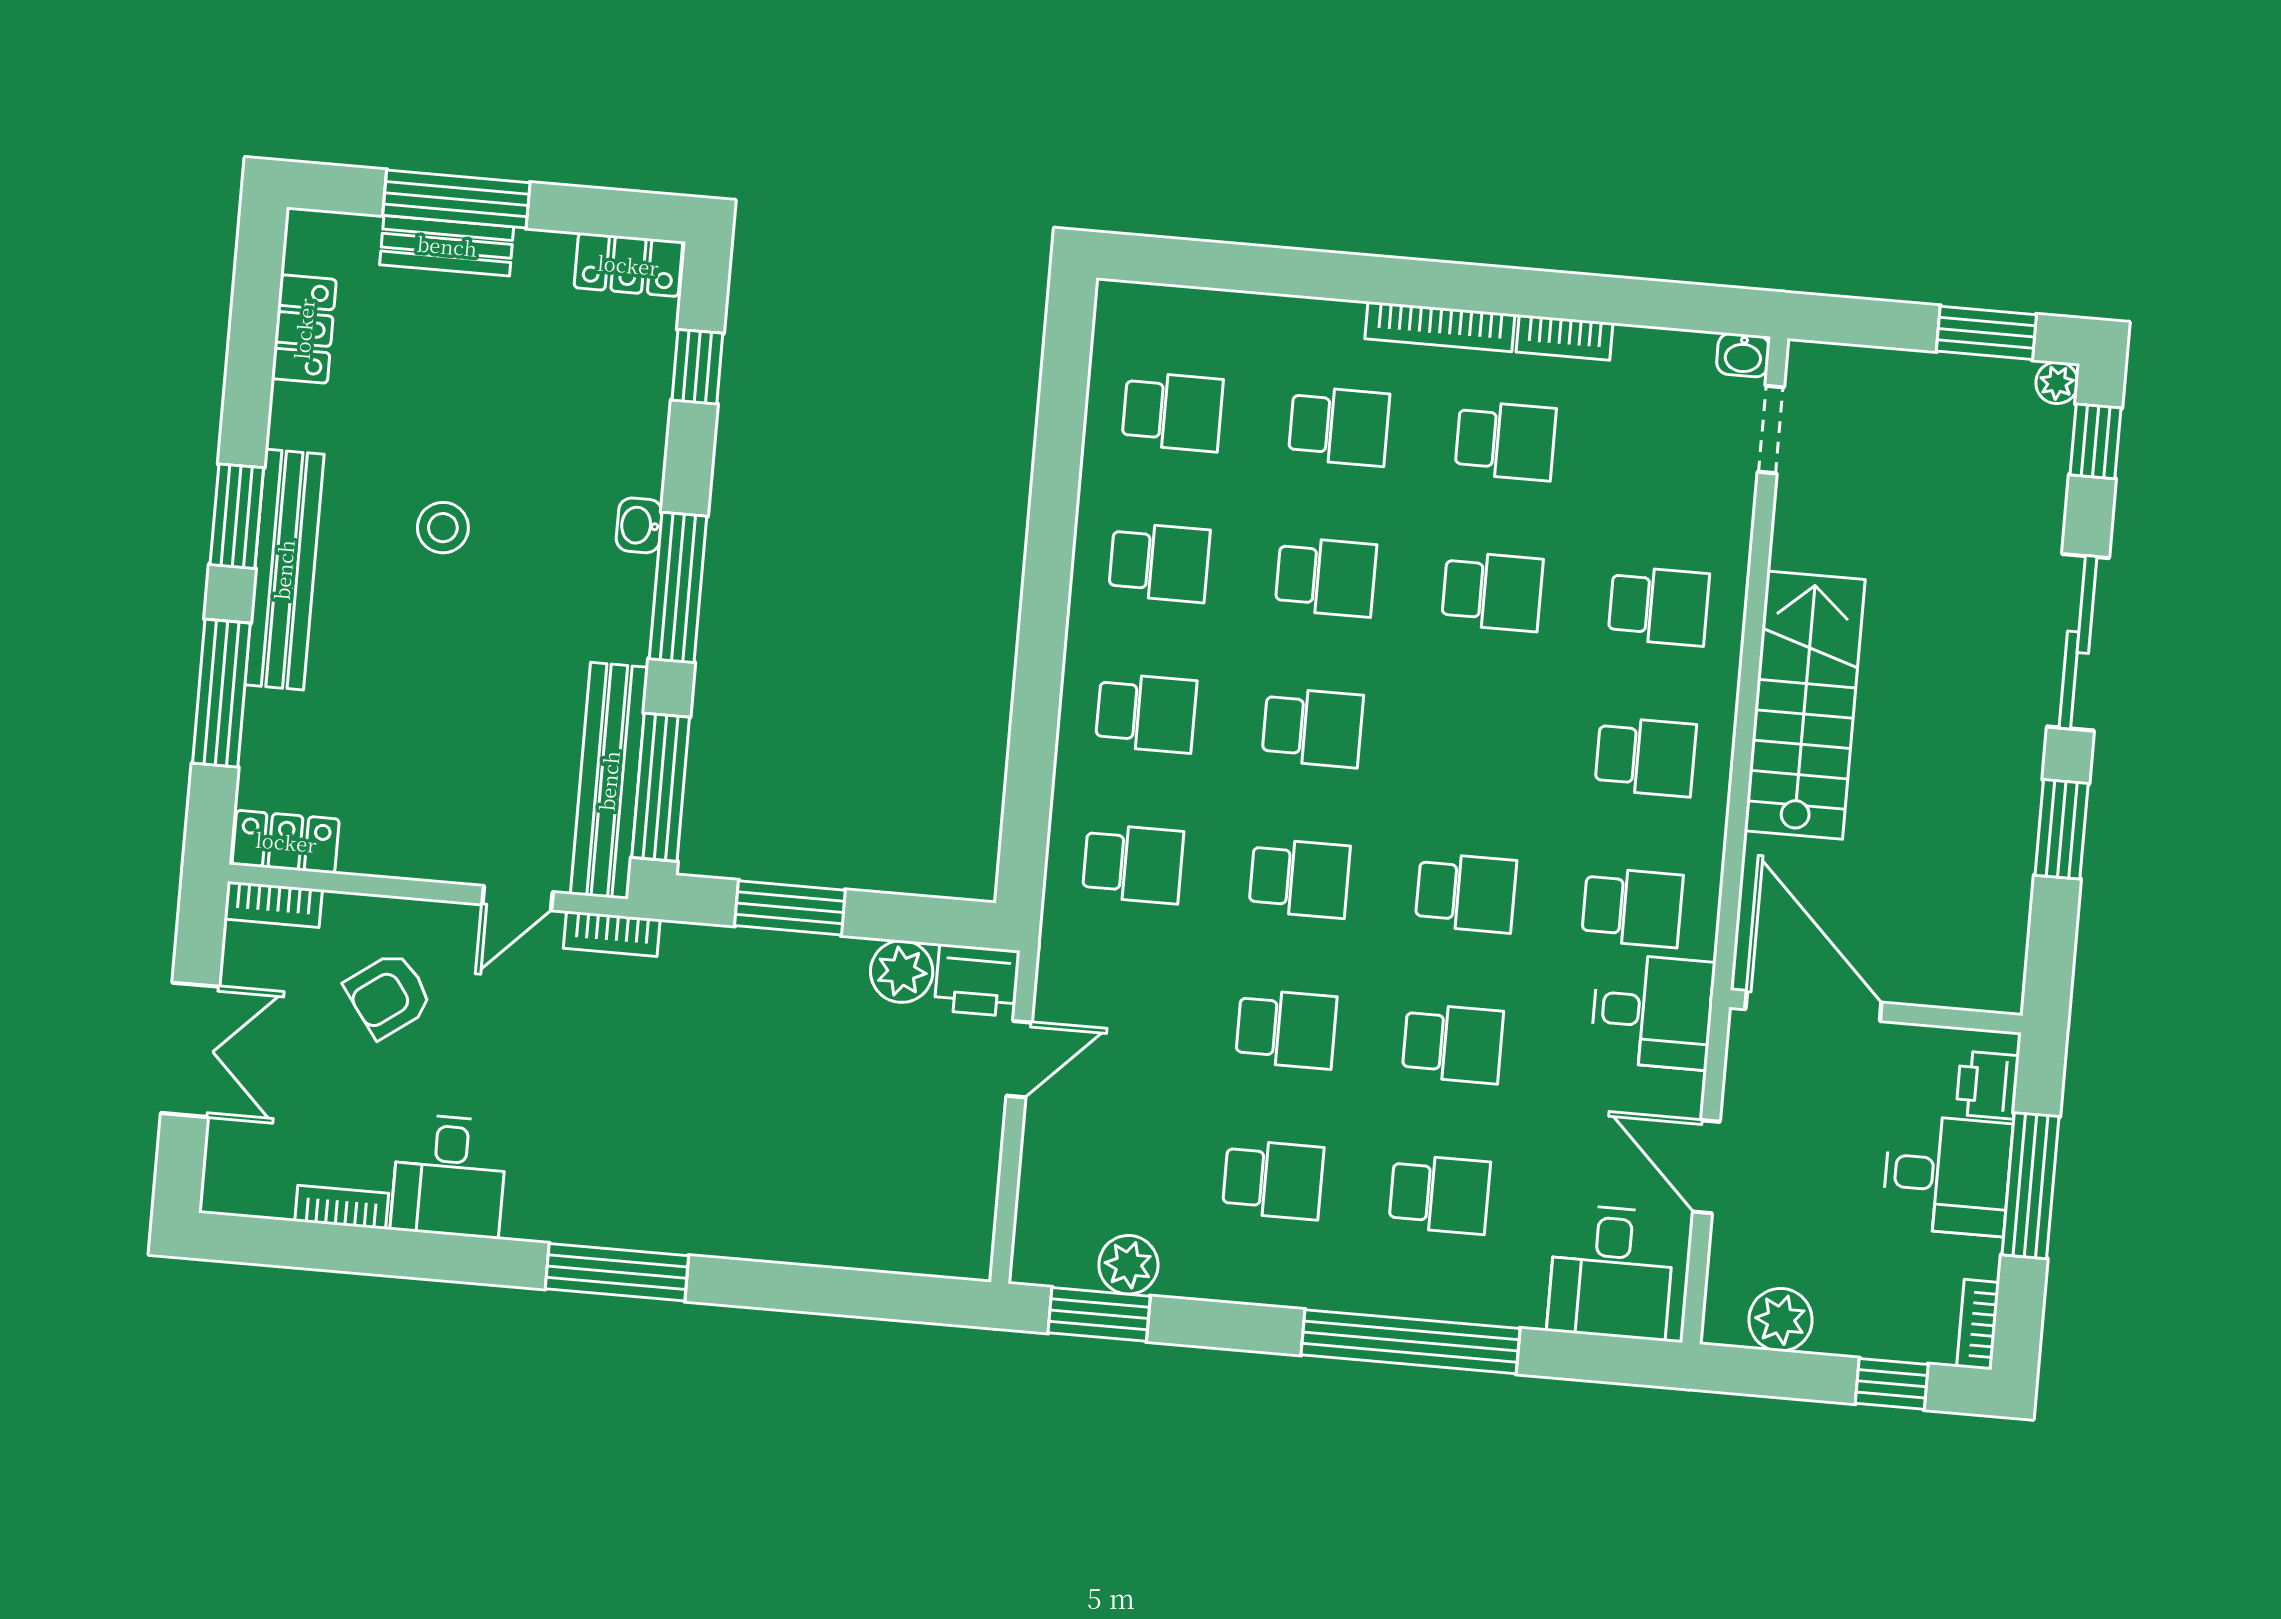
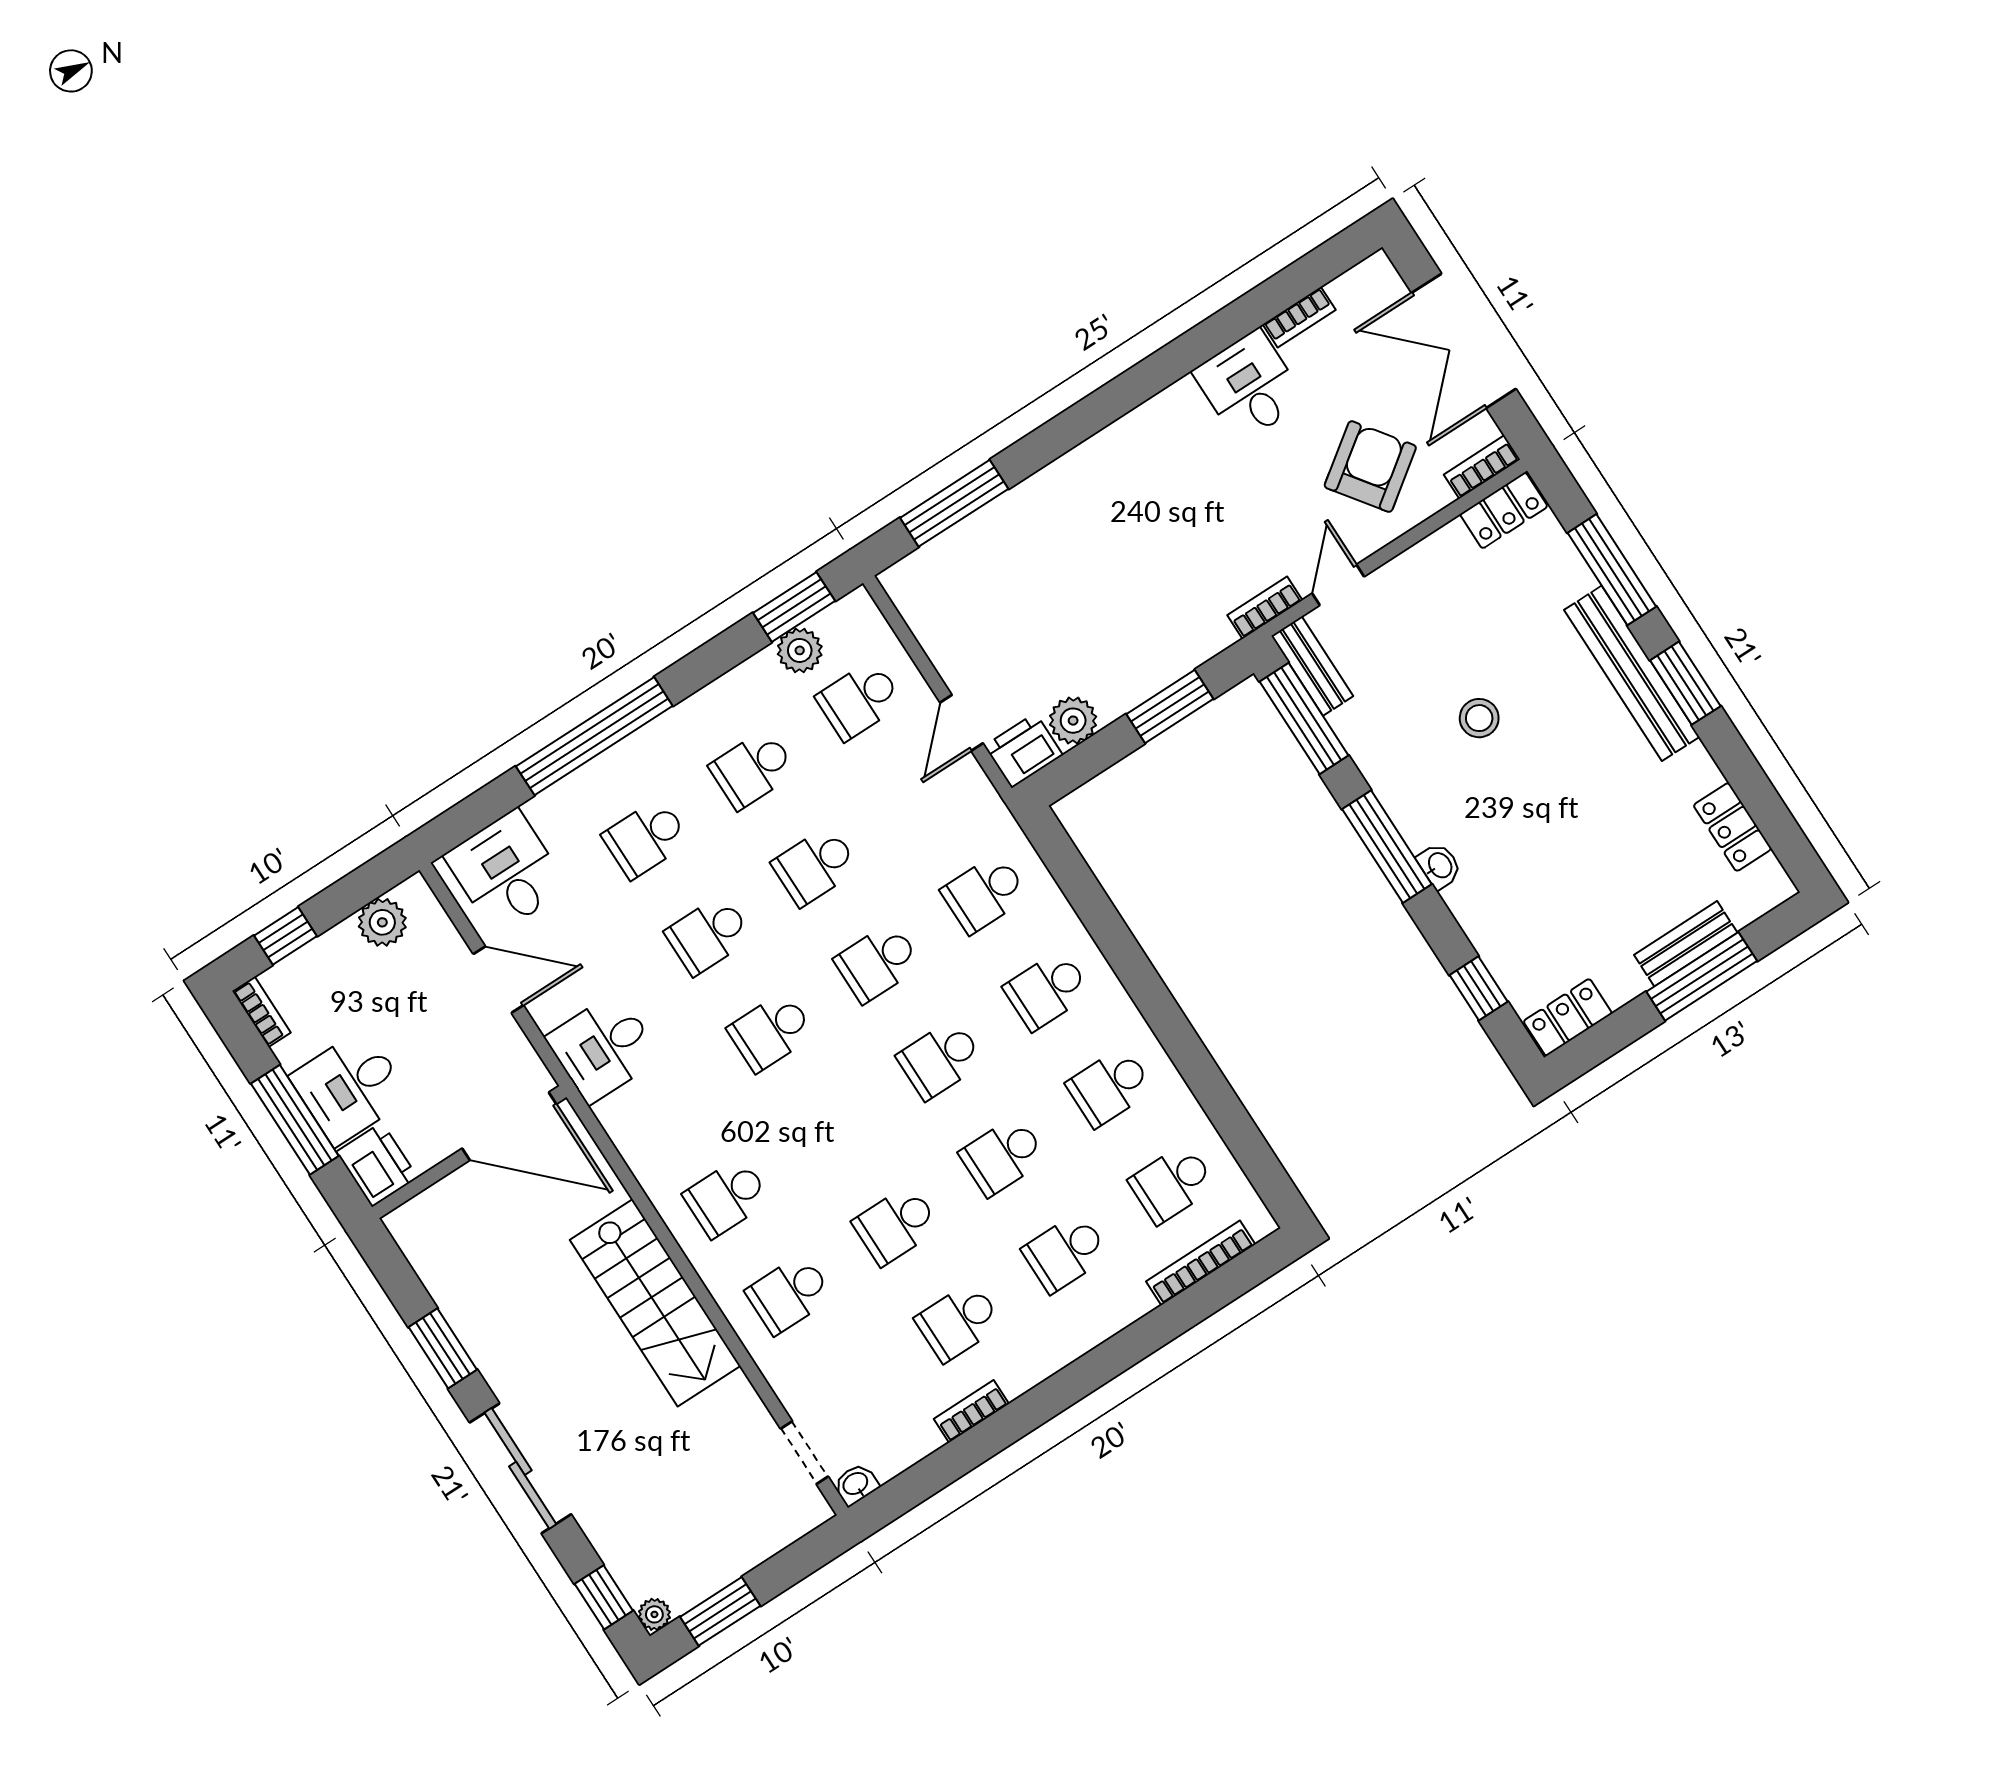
bookcase: (1440, 327) -> (1201, 1263), moved
stool: (443, 528) -> (1479, 718), moved
bench: (609, 781) -> (1312, 666), width x0.54, depth x0.82
school desk: (1632, 907) -> (859, 700), moved
armchair: (389, 995) -> (1370, 467), width x1.38, depth x1.38
double door: (190, 1050) -> (1464, 341), width x1.37
printer: (1987, 1085) -> (377, 1165), width x1.36, depth x1.24
window: (617, 1272) -> (954, 503), moved

